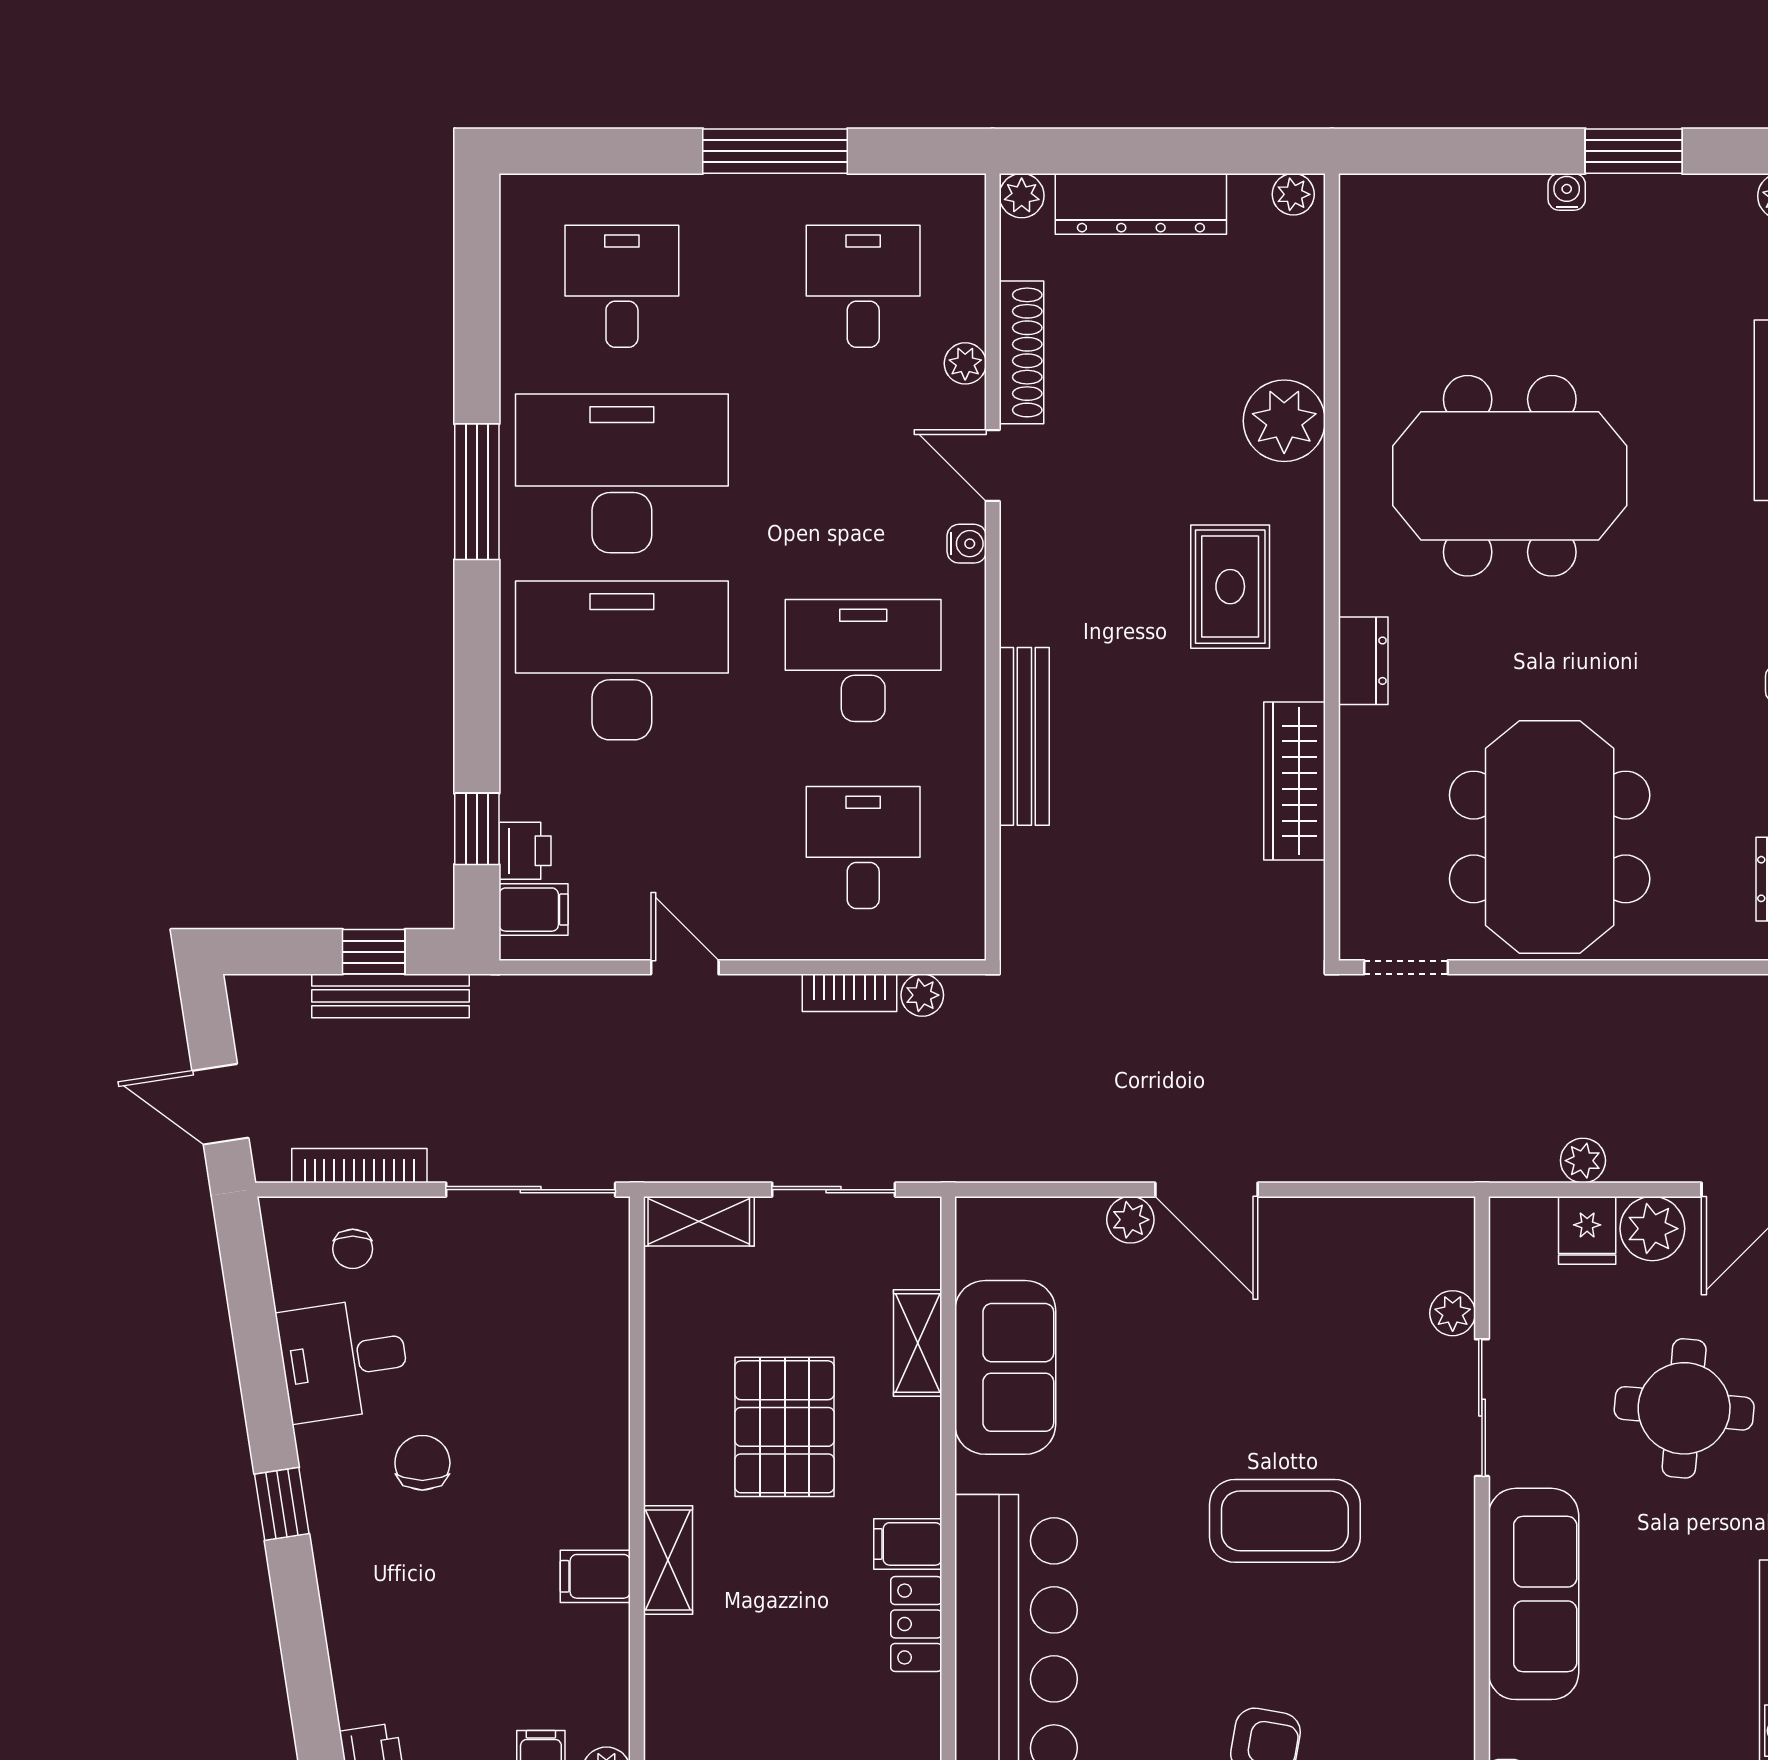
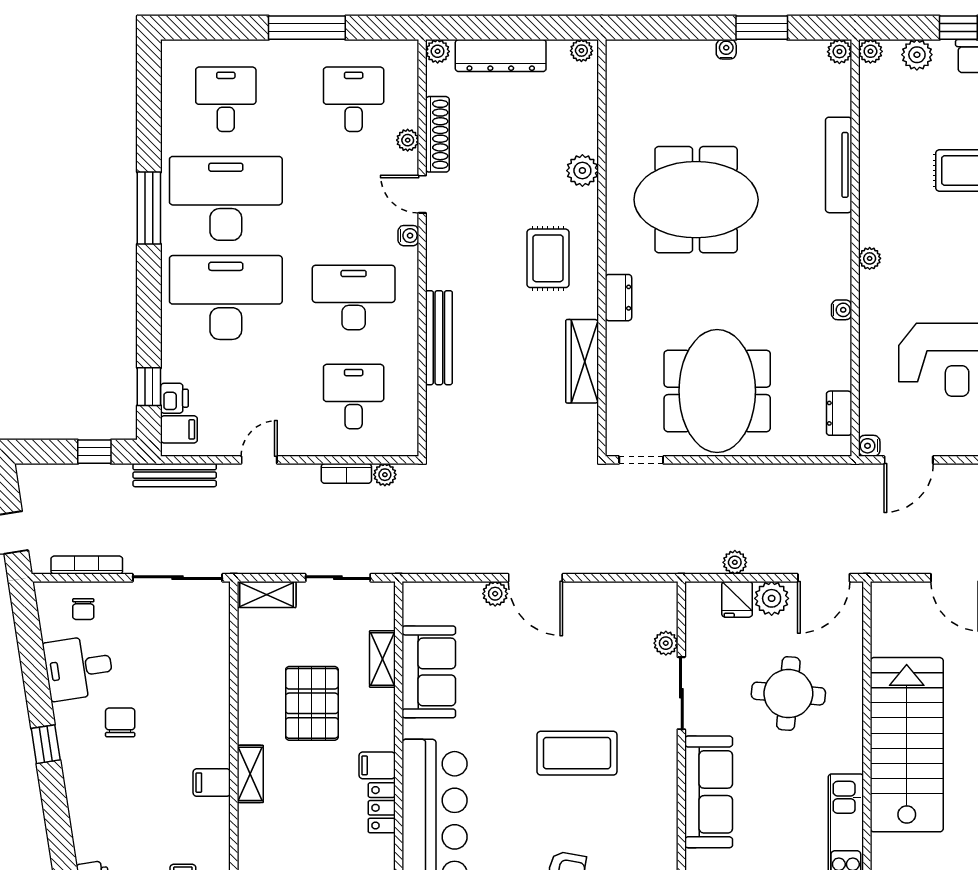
plant: (1284, 421) -> (582, 171), width x0.73, depth x0.73
door: (685, 967) -> (259, 460), hinge flipped
bench: (391, 996) -> (175, 475), moved

